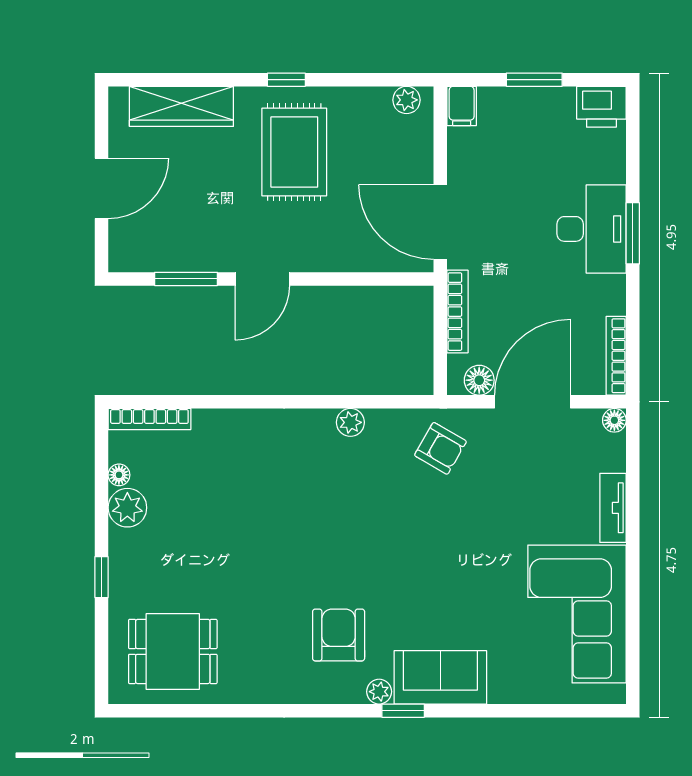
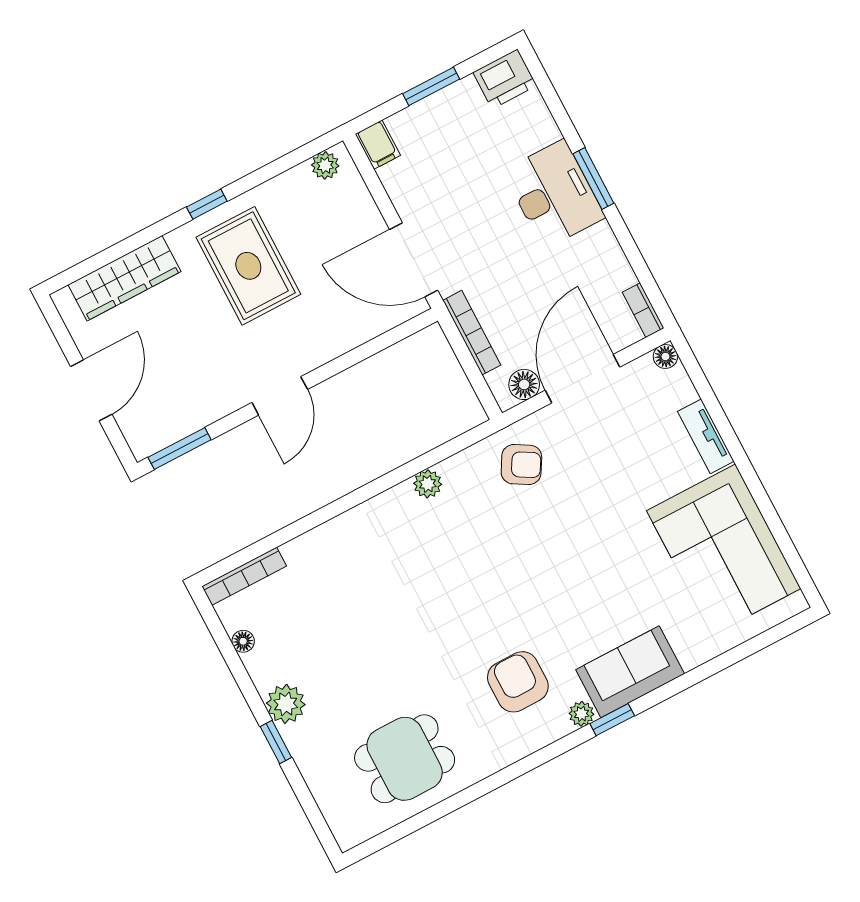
window: (186, 279) -> (180, 448), moved
bookcase: (616, 356) -> (643, 310), width x0.64
plant: (127, 508) -> (286, 704), moved
dining table: (173, 651) -> (405, 759), moved

